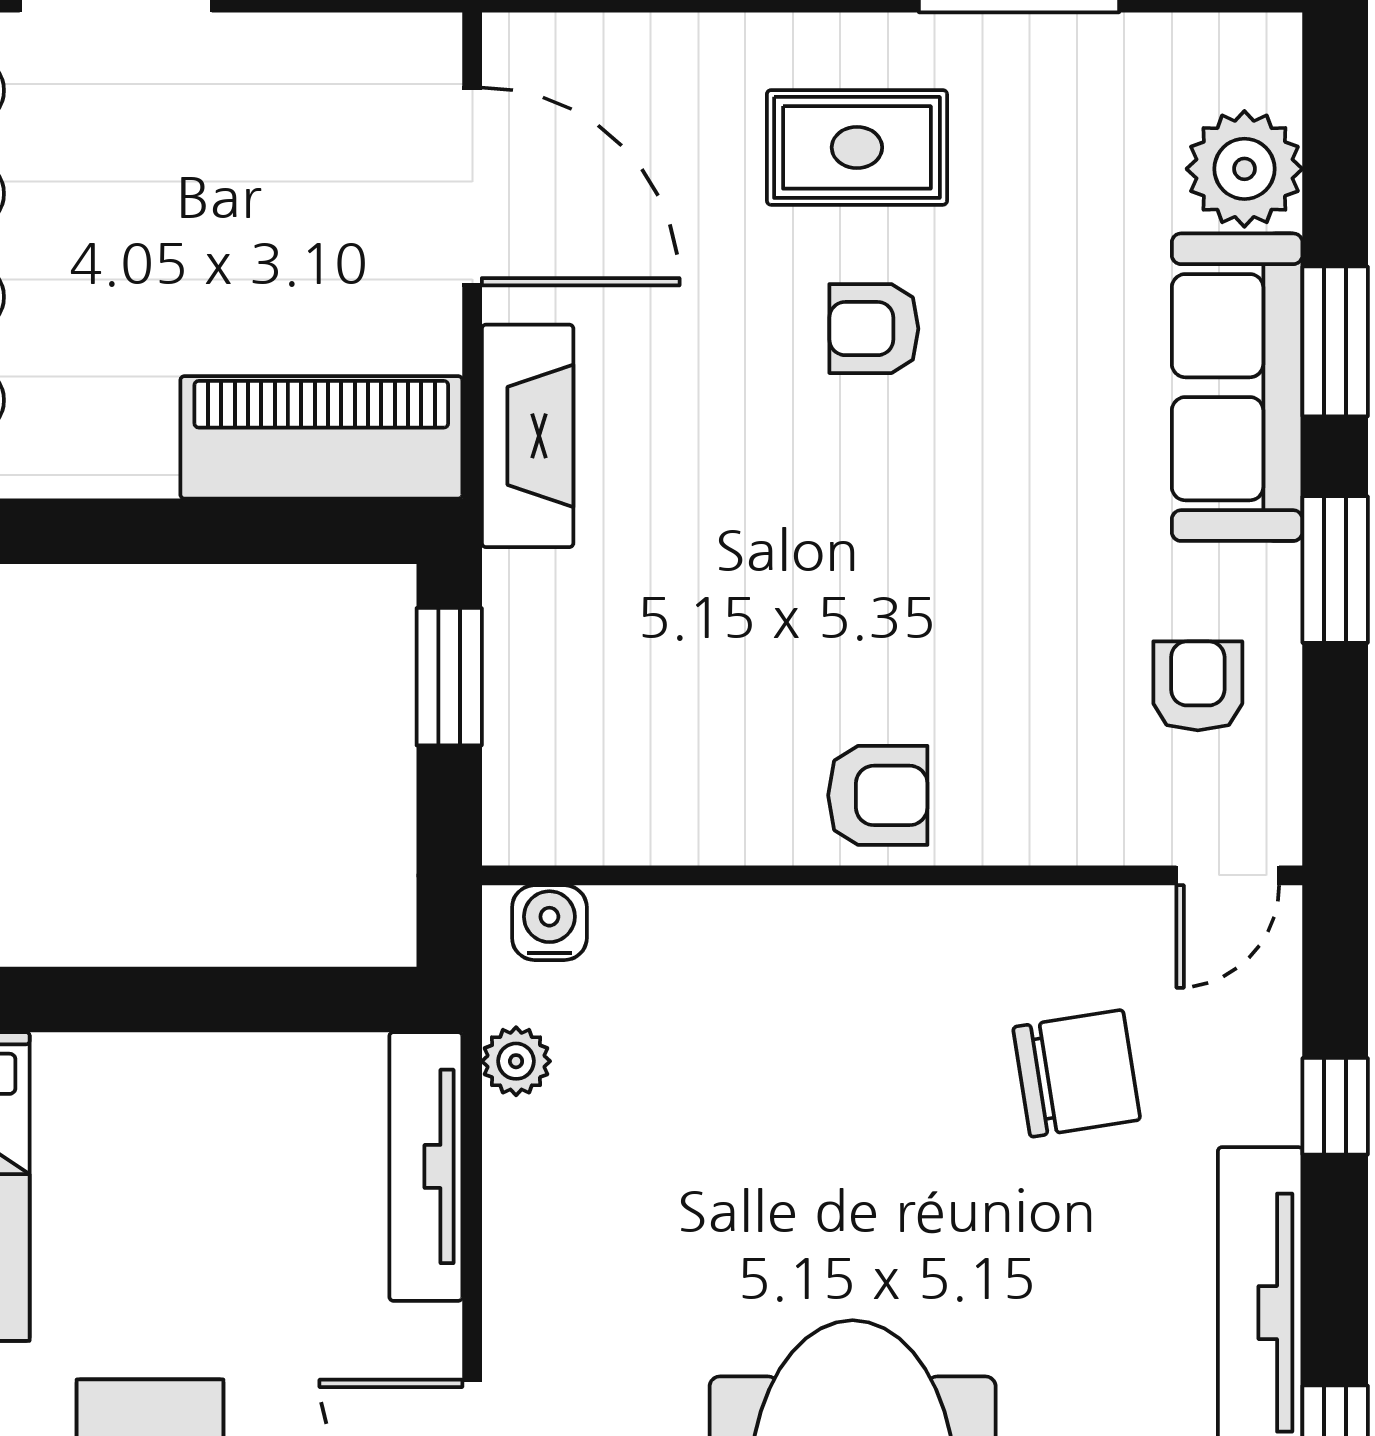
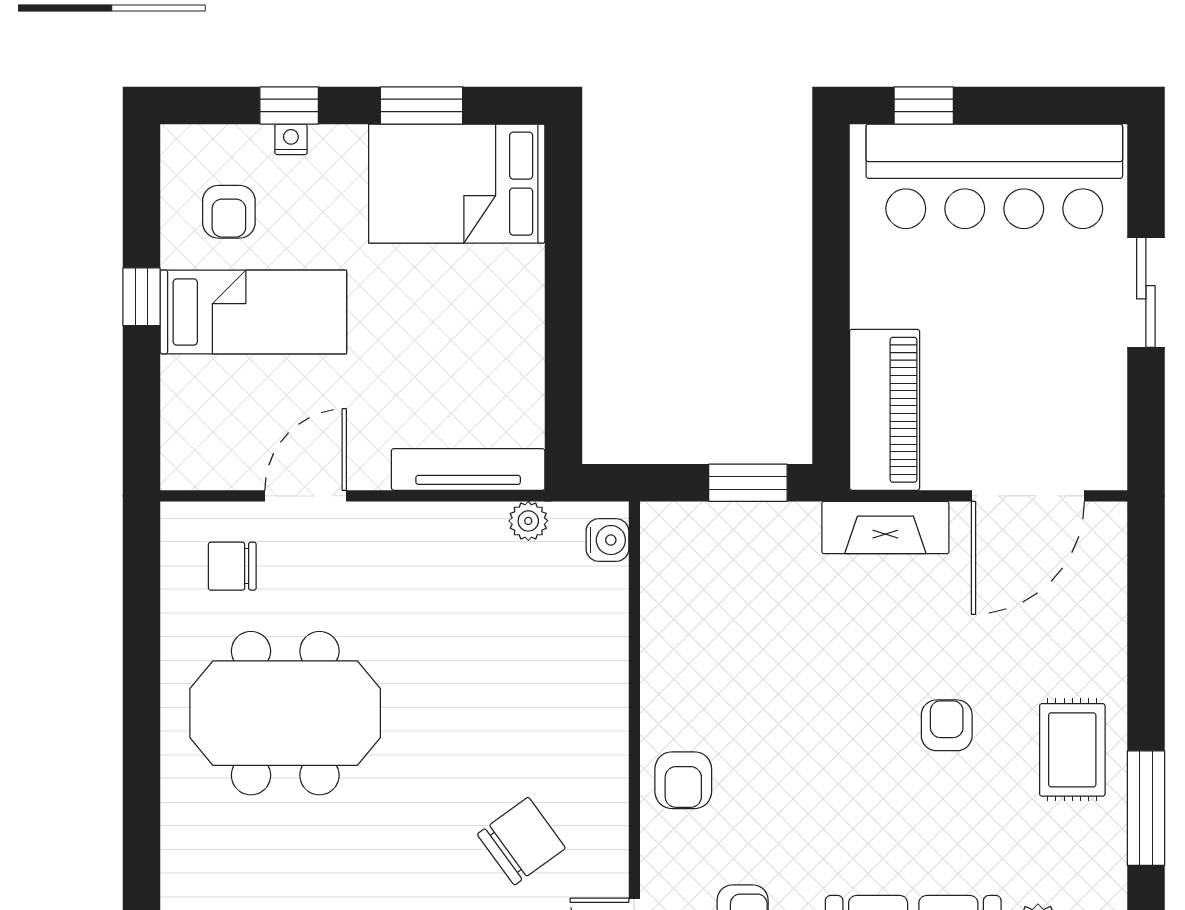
rug: (857, 147) -> (1072, 750), moved
armchair: (878, 795) -> (683, 780), moved
chair: (1077, 1073) -> (521, 841), turned -117

